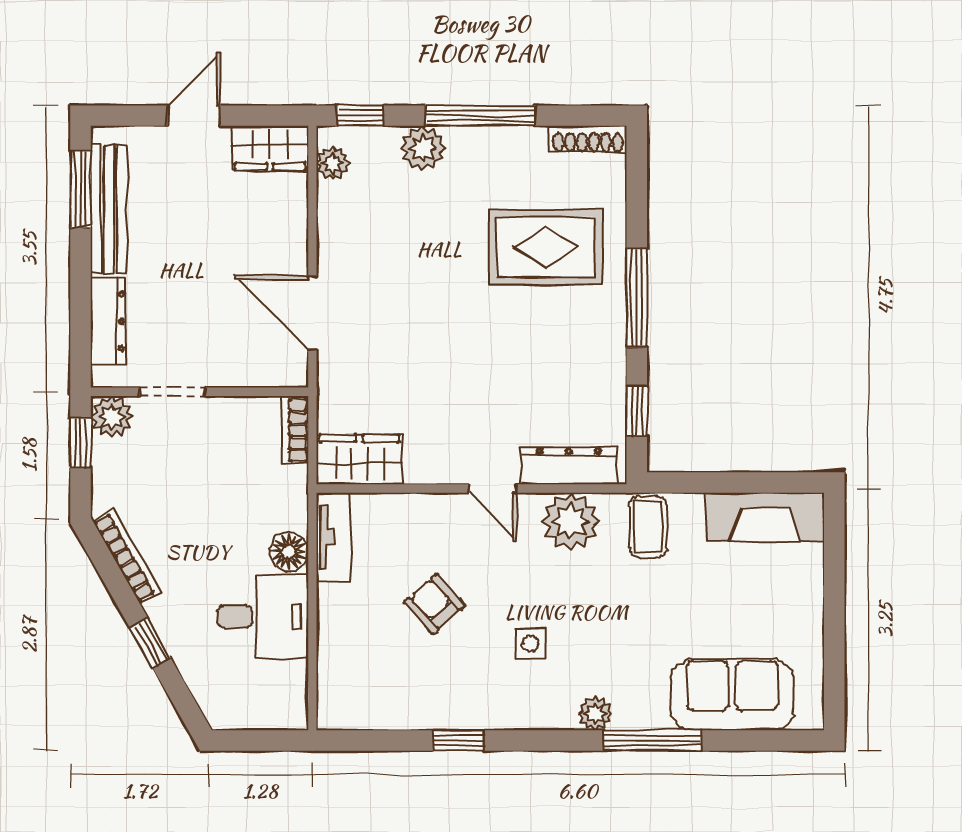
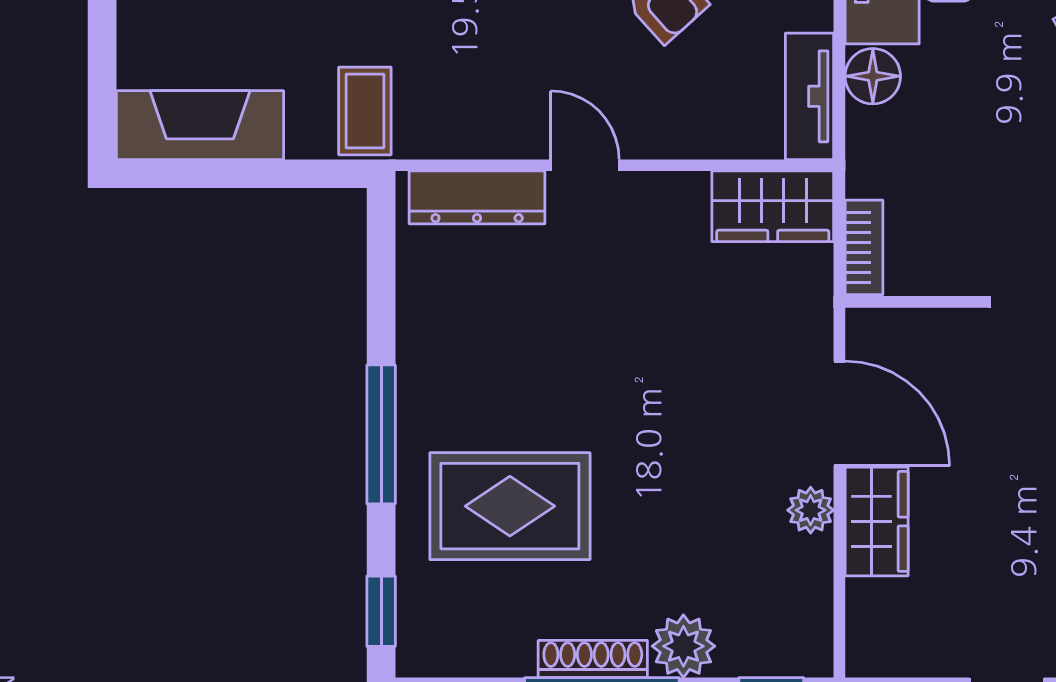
shoe rack: (588, 139) -> (593, 659), moved
wardrobe: (270, 148) -> (877, 521), moved, turned 90
plant: (333, 163) -> (811, 510), moved
window: (637, 411) -> (381, 611), moved
plant: (571, 521) -> (474, 119), removed

